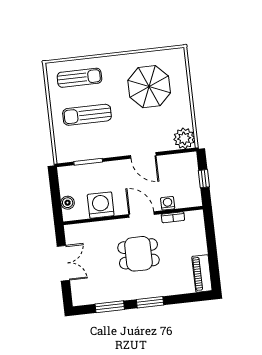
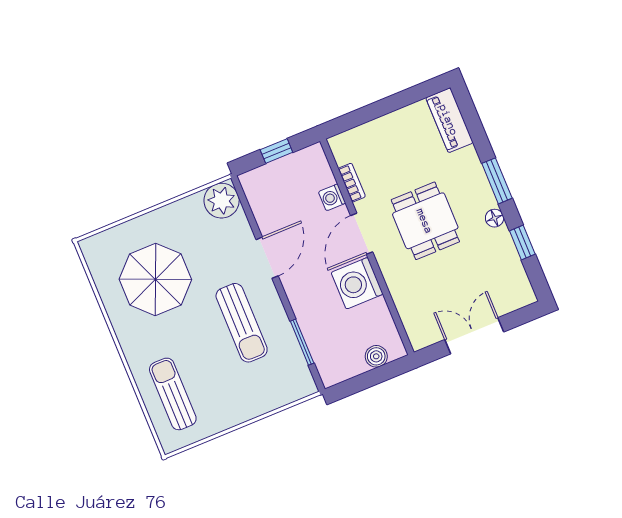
sun lounger: (87, 115) -> (242, 323), moved
washing machine: (101, 205) -> (357, 283), moved
piano: (202, 273) -> (449, 120), moved, turned 90
floor lamp: (129, 295) -> (495, 218), added
window: (110, 307) -> (522, 242), width x0.67

